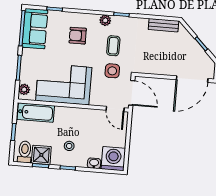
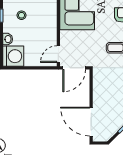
side table: (112, 71) -> (93, 49), removed

